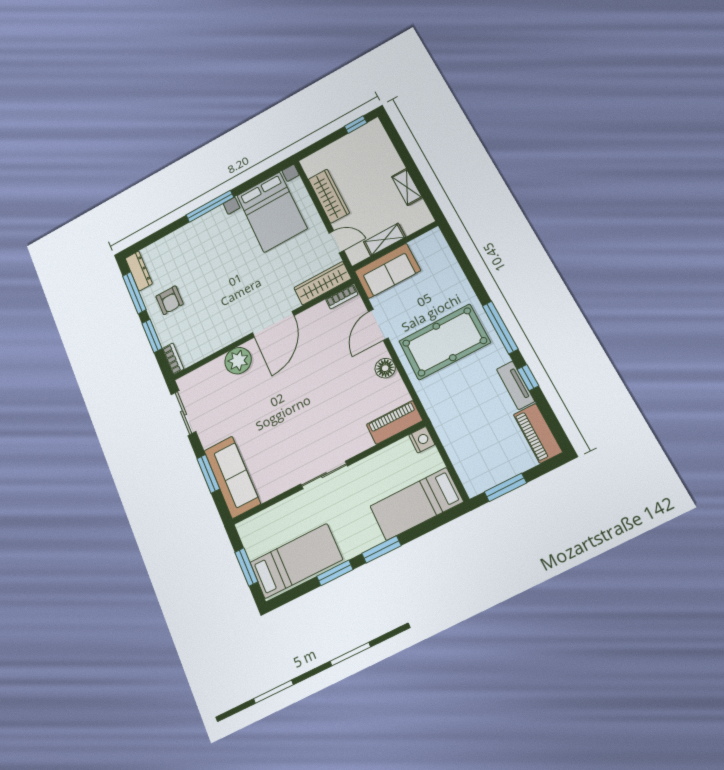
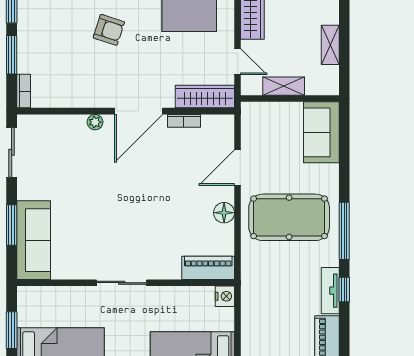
sofa: (387, 271) -> (321, 132), moved, turned 90
bookcase: (342, 297) -> (184, 121), moved
armchair: (170, 300) -> (109, 30), moved, turned -72
plant: (238, 361) -> (95, 122), width x0.53, depth x0.53

